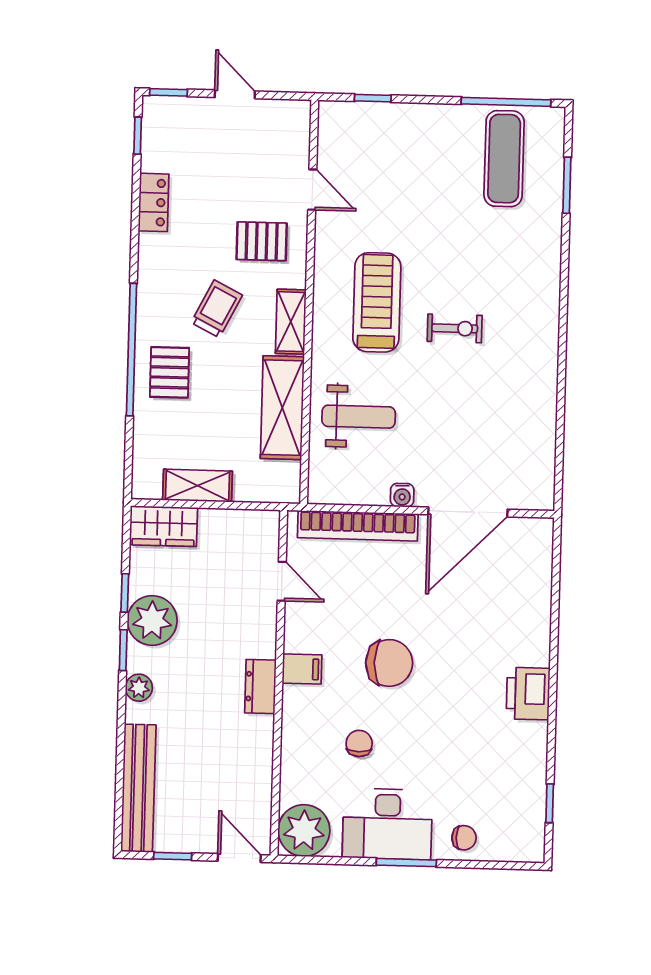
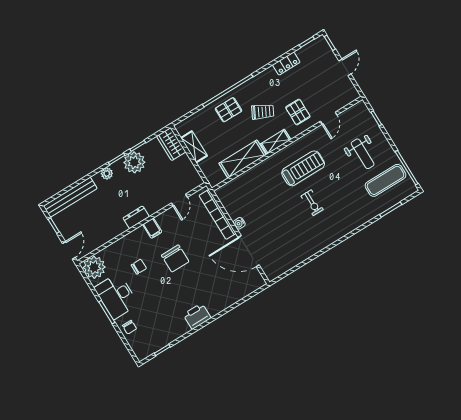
weight bench: (359, 417) -> (363, 154), moved

